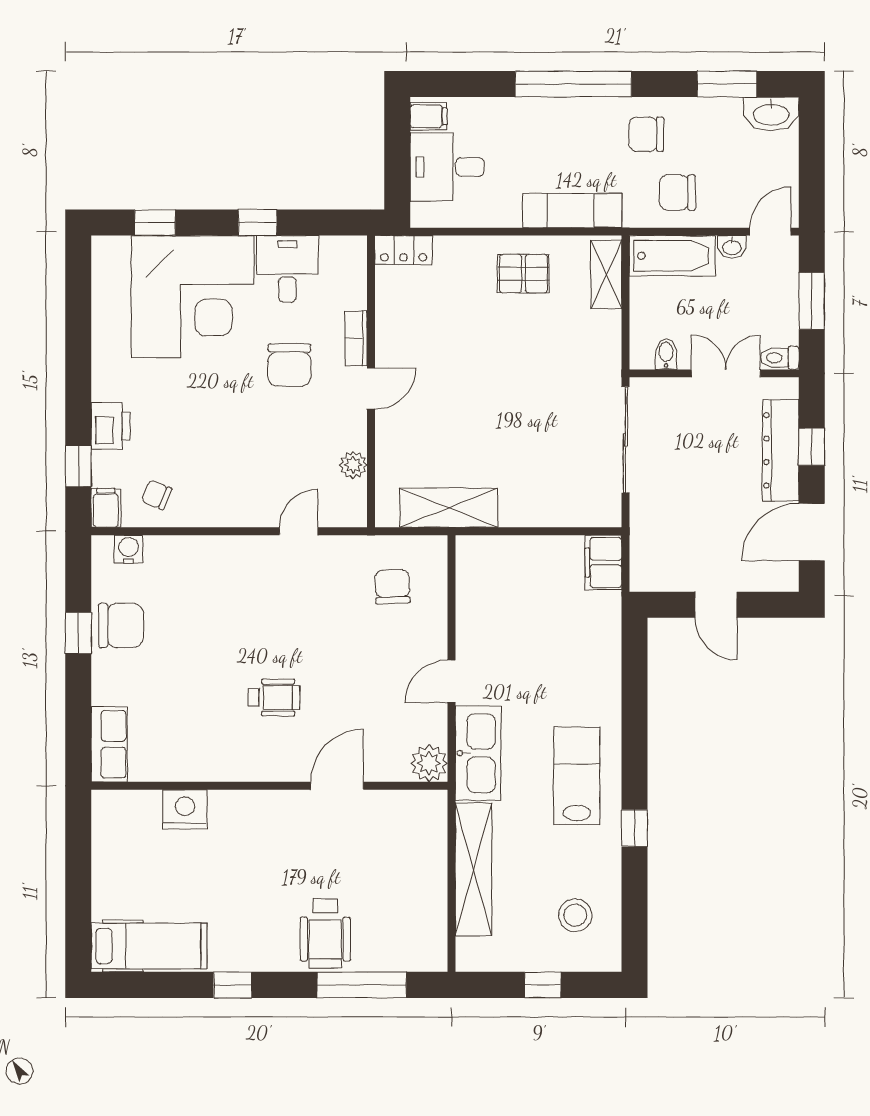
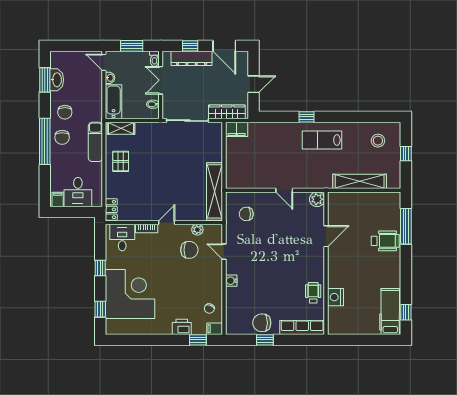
washbasin: (771, 114) -> (57, 80), moved
chair: (677, 193) -> (62, 137), moved
desk: (287, 269) -> (122, 237), moved, turned 90
chair: (289, 365) -> (189, 250), moved
door: (371, 388) -> (167, 223), hinge flipped
shelving: (449, 508) -> (215, 191), width x1.47
wardrobe: (647, 538) -> (227, 112), added
water cooler: (128, 549) -> (231, 281), moved
chair: (121, 625) -> (262, 323), turned -90
wheelchair: (274, 698) -> (313, 293), moved
row of seats: (109, 744) -> (302, 327), width x1.48
kitchen sink: (478, 753) -> (313, 180), removed
door: (337, 786) -> (326, 236), swing flipped
window: (634, 828) -> (306, 117), moved
window: (233, 985) -> (406, 312), moved

